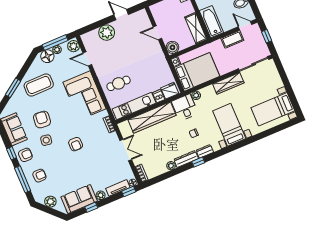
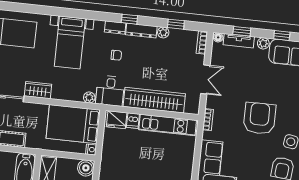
cafe table: (119, 83) -> (171, 161), removed
wardrobe: (228, 83) -> (38, 90), width x0.67
armchair: (76, 144) -> (259, 118), width x1.88, depth x1.88
double door: (126, 150) -> (205, 79), swing flipped
window: (166, 176) -> (176, 24), added
window: (129, 191) -> (242, 31), moved

